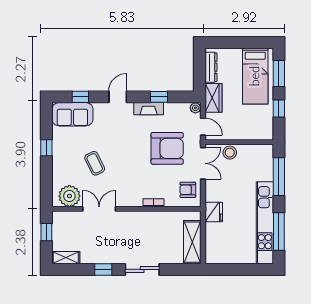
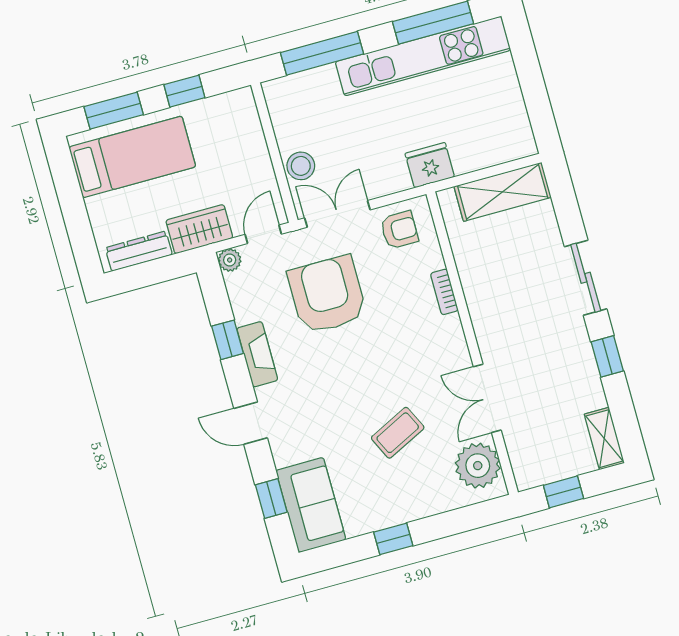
armchair: (188, 190) -> (399, 230), turned -90

